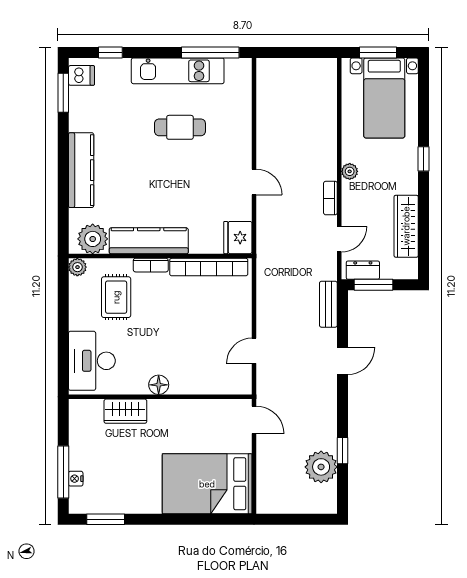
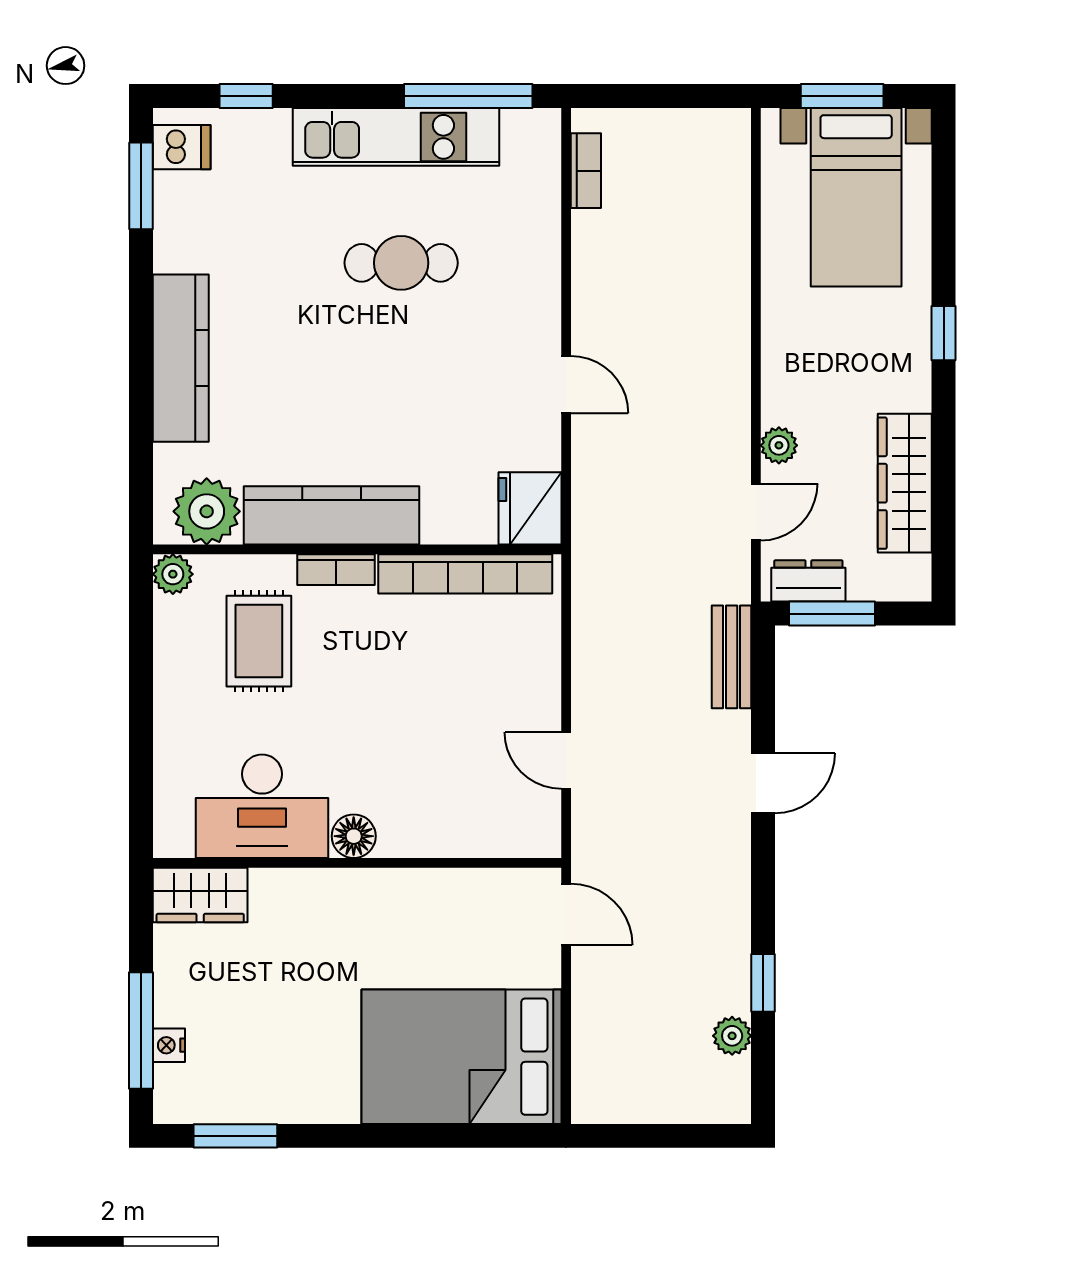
plant: (350, 171) -> (779, 445), moved
bookcase: (330, 198) -> (586, 171), moved, turned 180
door: (254, 351) -> (566, 761), hinge flipped
desk: (92, 361) -> (262, 806), moved, turned -90
wardrobe: (125, 411) -> (200, 895), moved
plant: (321, 467) -> (732, 1036), width x0.53, depth x0.53

